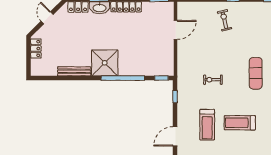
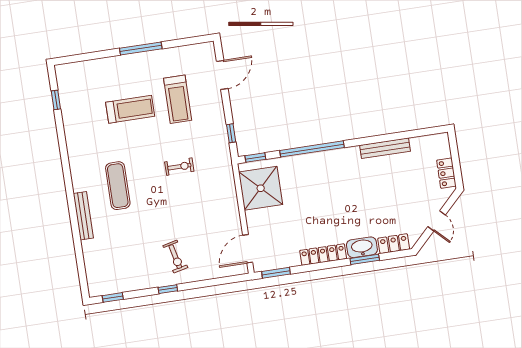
door: (176, 30) -> (248, 249), moved
shower: (105, 63) -> (261, 188), moved
treadmill: (207, 125) -> (178, 99), turned 180

